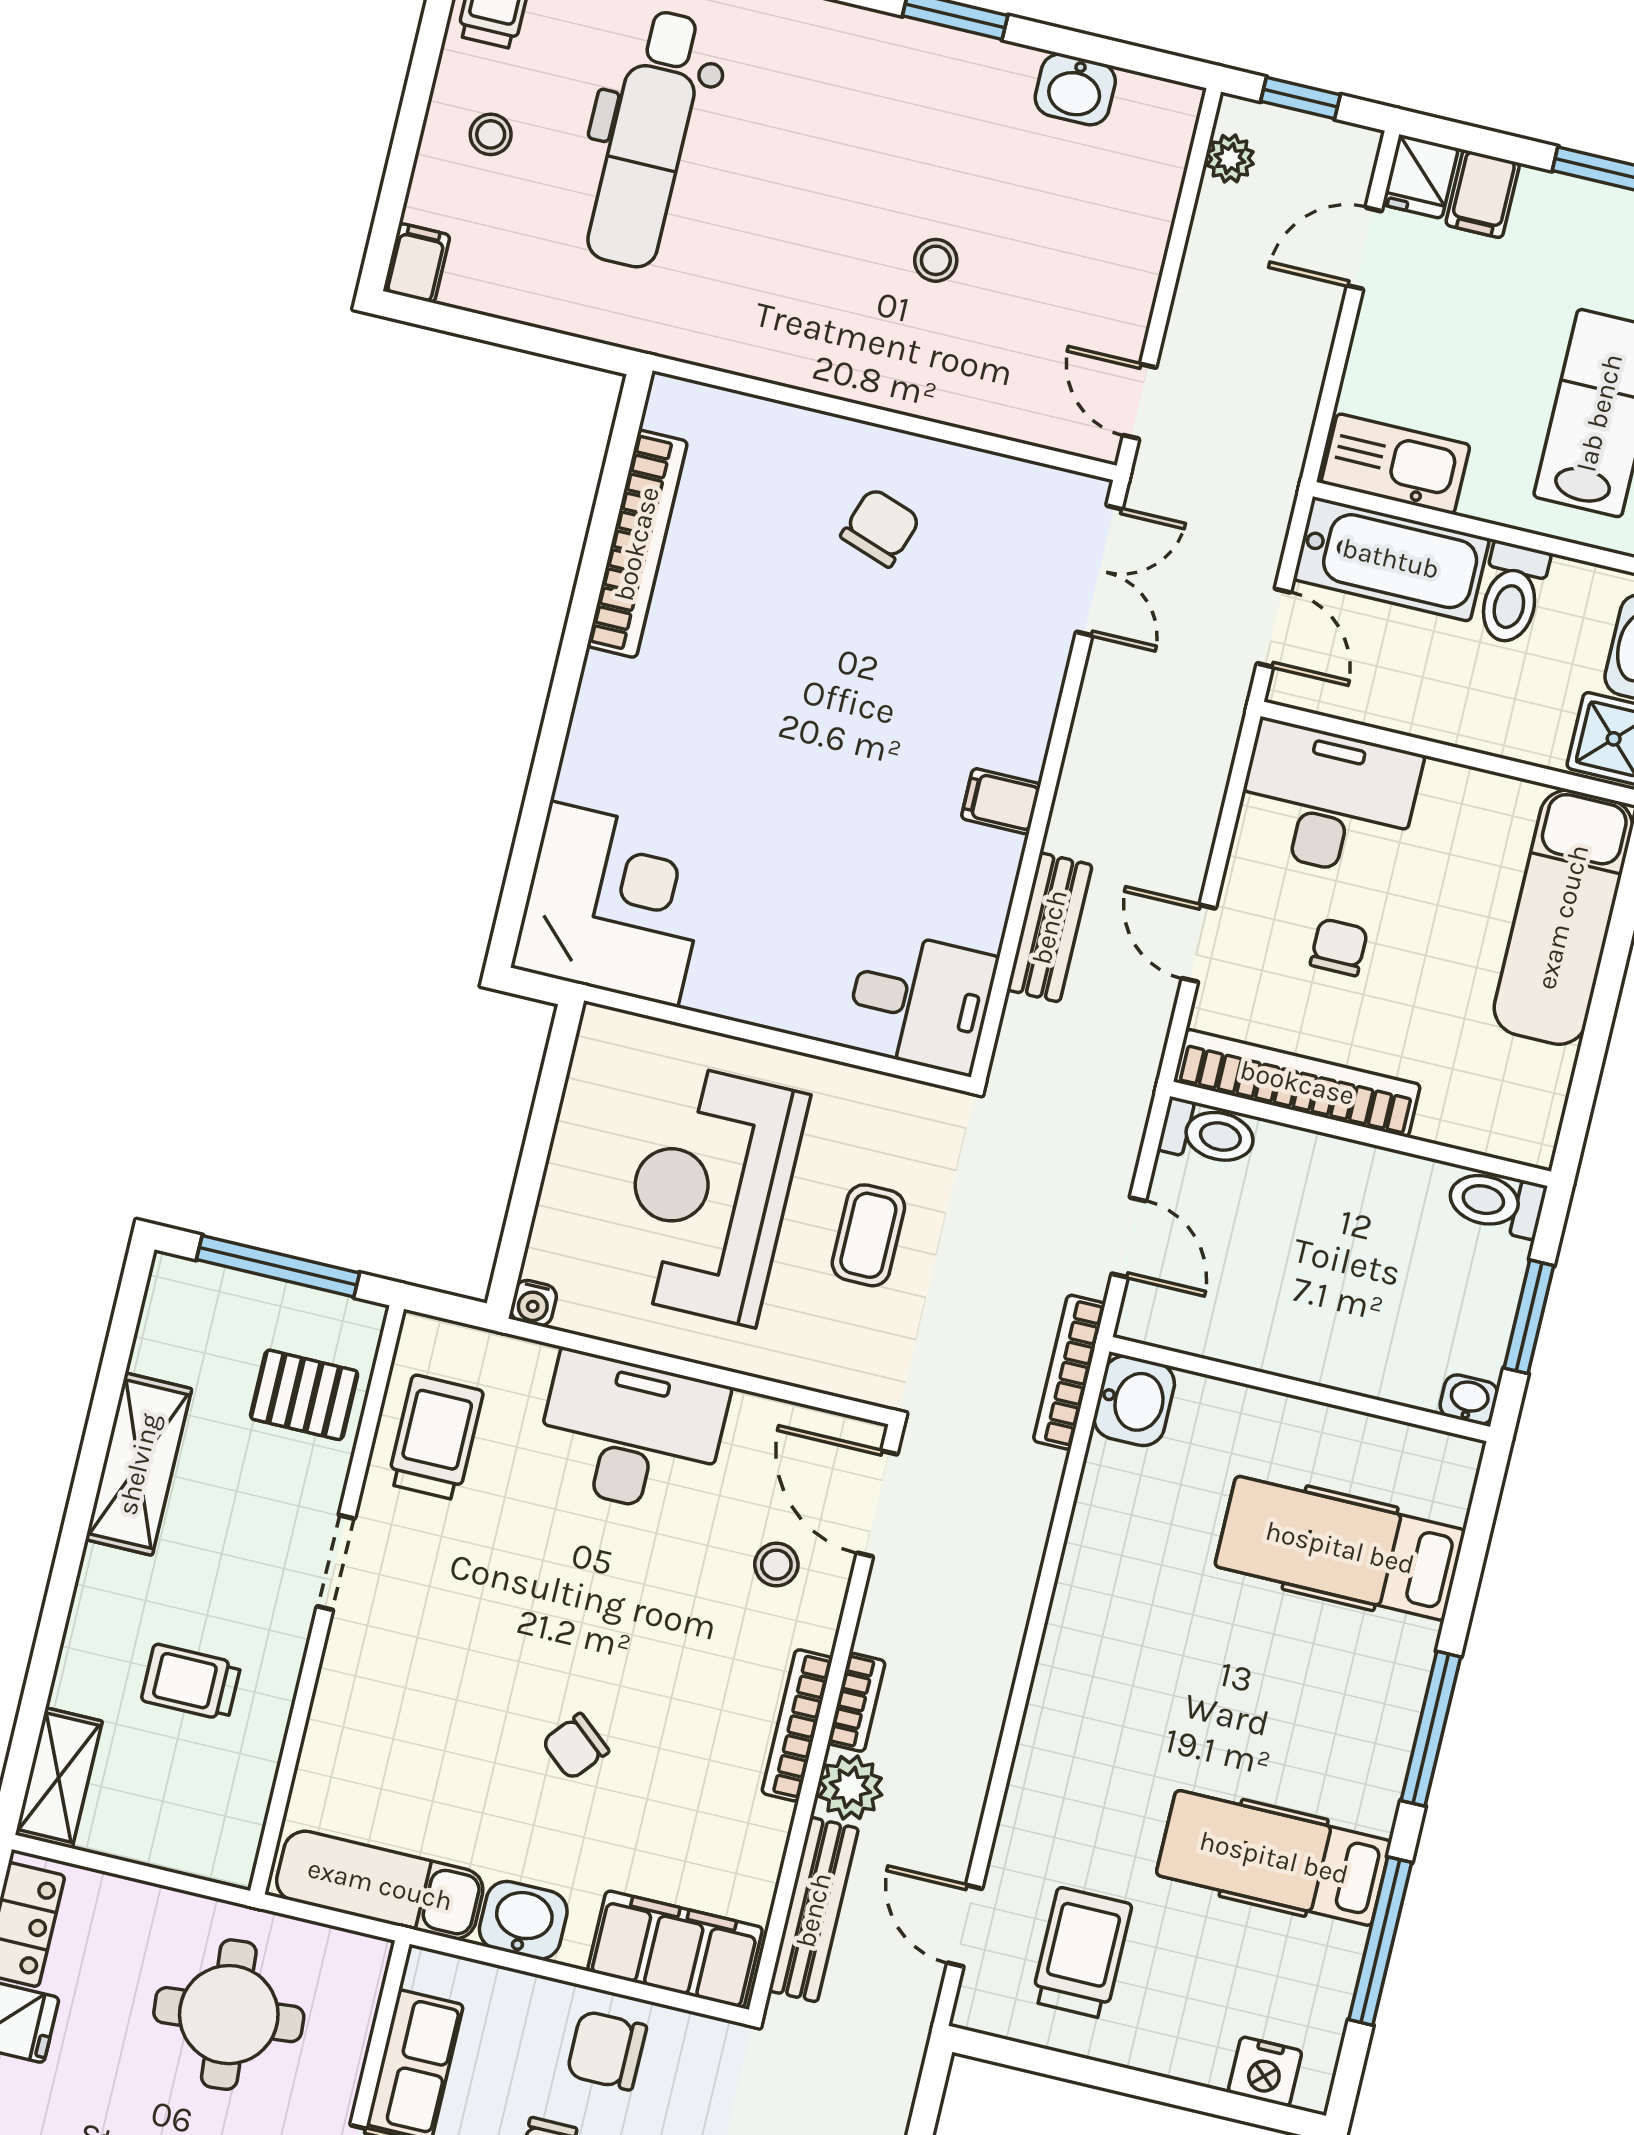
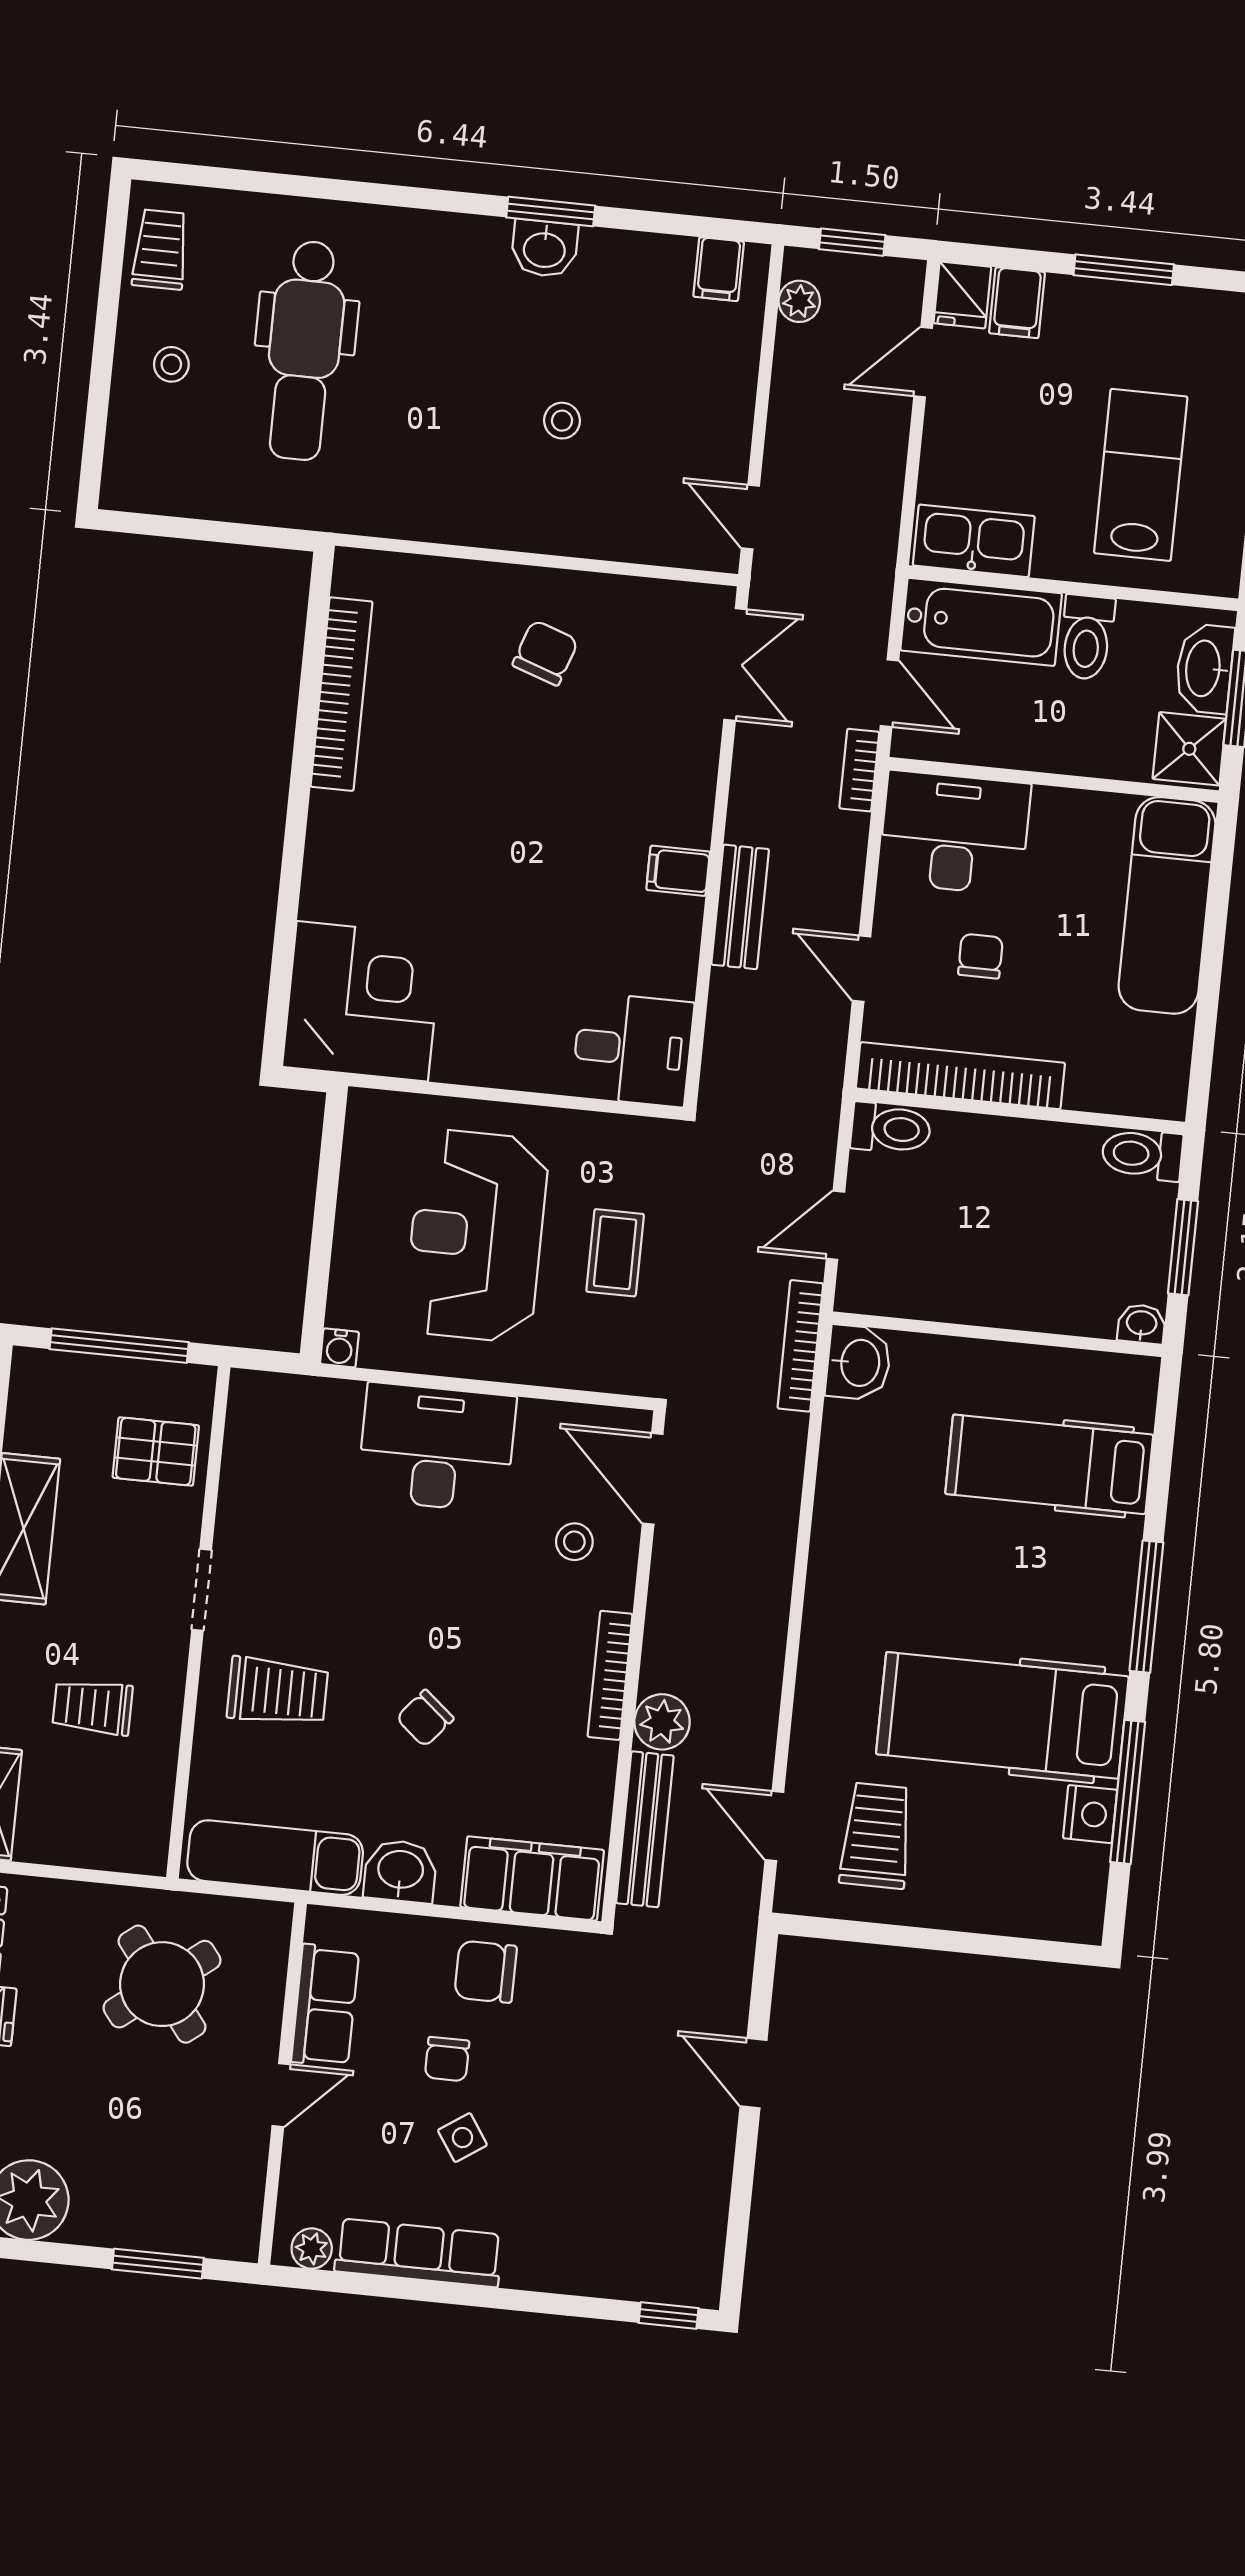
washbasin: (1075, 89) -> (544, 249), moved
filing cabinet: (417, 263) -> (719, 269), moved, turned 180
bench: (1050, 927) -> (740, 907), moved
door: (1129, 1237) -> (835, 1225), swing flipped
trolley: (435, 1437) -> (277, 1691), moved, turned 90
bookcase: (857, 1702) -> (859, 770), moved, turned 180
hospital bed: (1274, 1858) -> (1002, 1715), width x1.37, depth x1.29
round table: (229, 2015) -> (162, 1984), turned -33
nightstand: (1265, 2072) -> (1090, 1814), moved, turned -90

